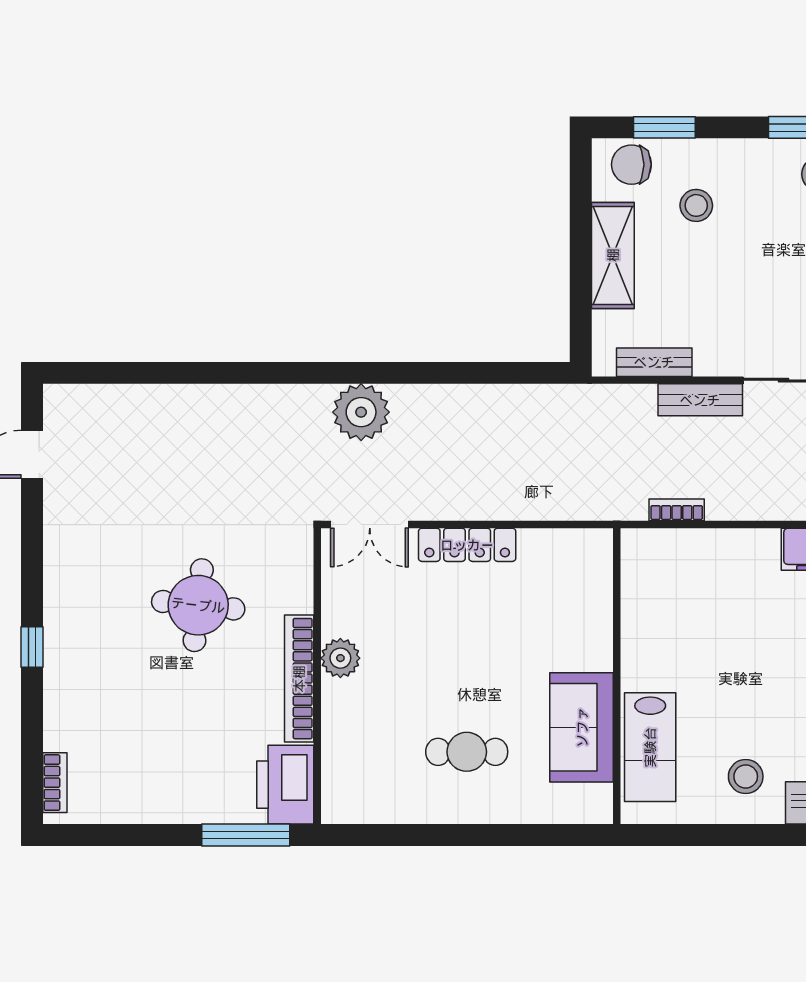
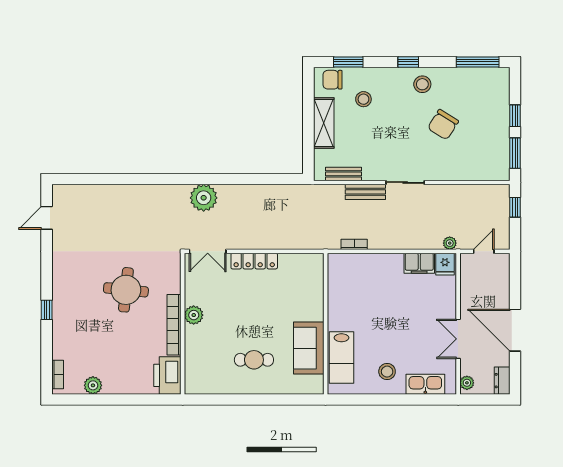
plant: (129, 805) -> (93, 385), added
window: (246, 835) -> (149, 399), removed

